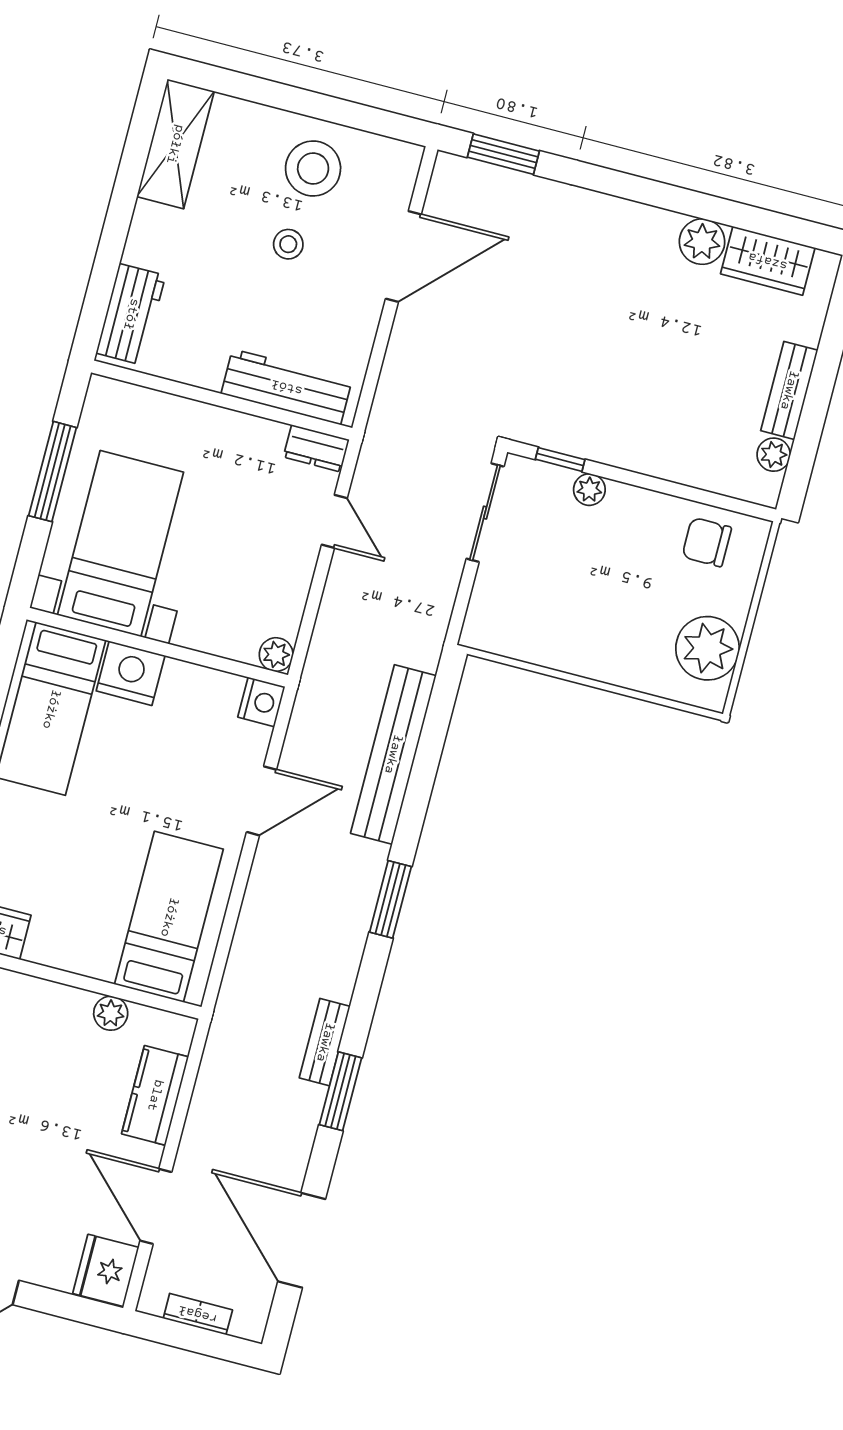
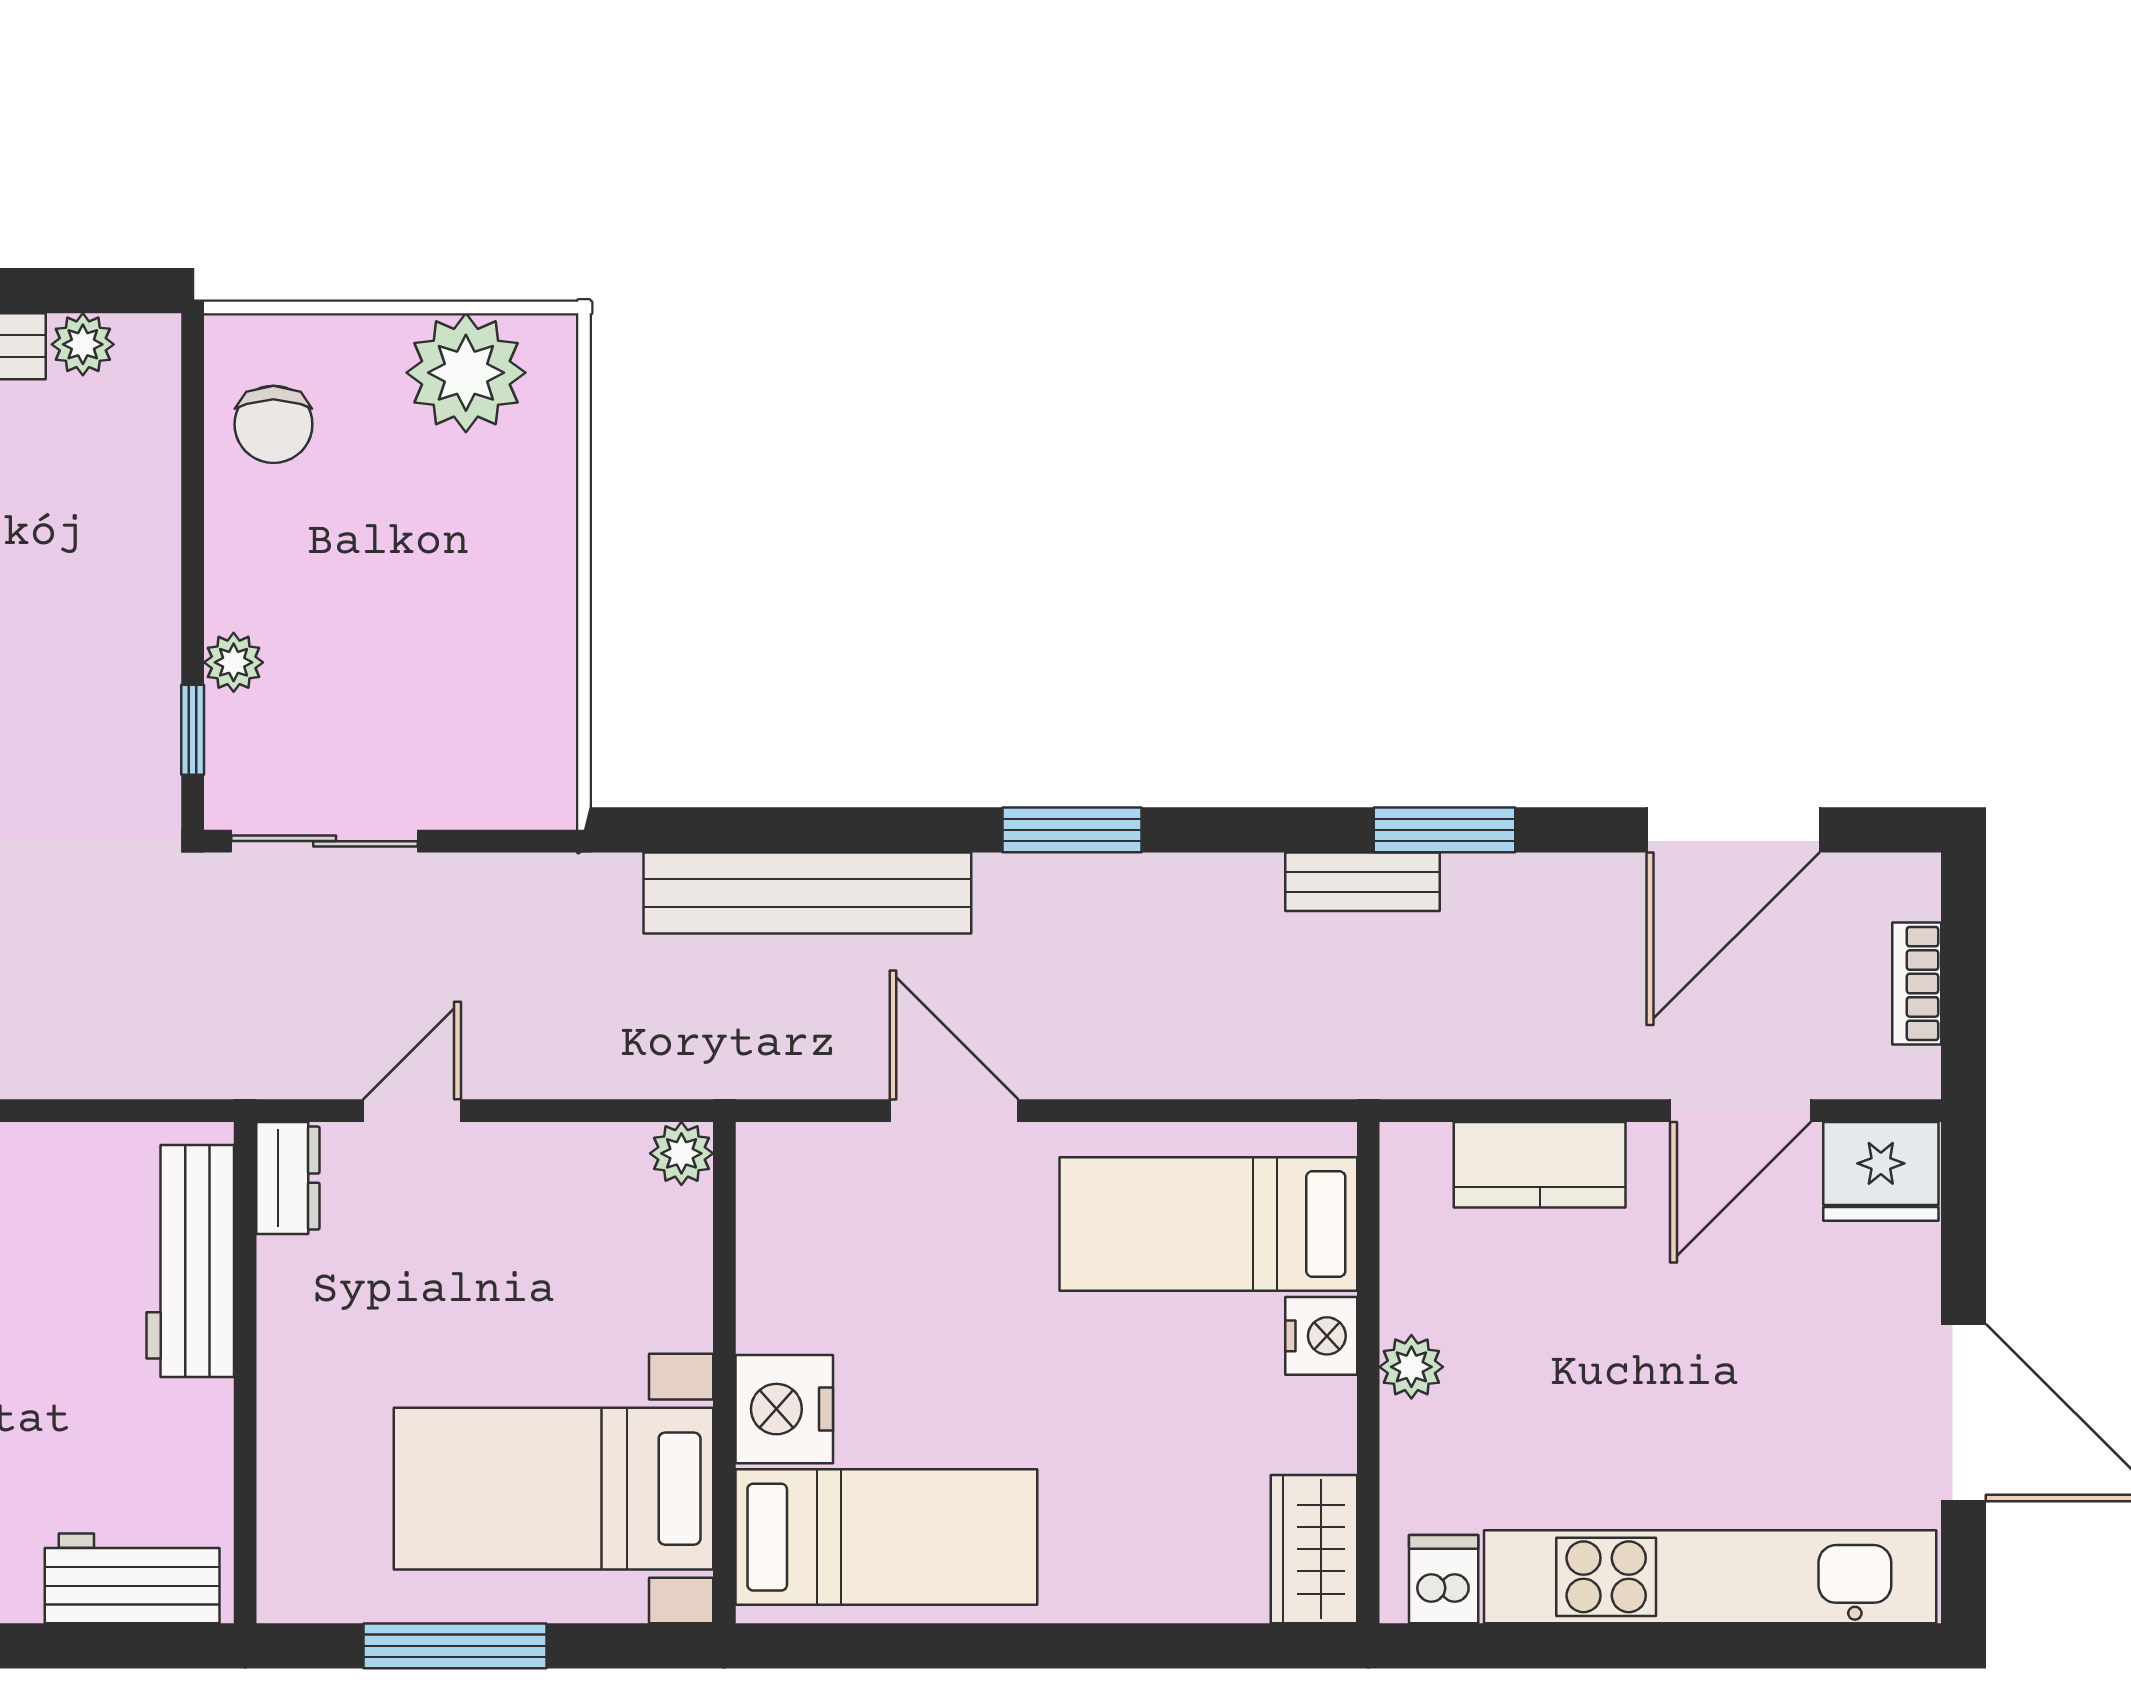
nightstand: (261, 702) -> (1321, 1336), moved, turned 90
plant: (111, 1013) -> (1411, 1367), moved

